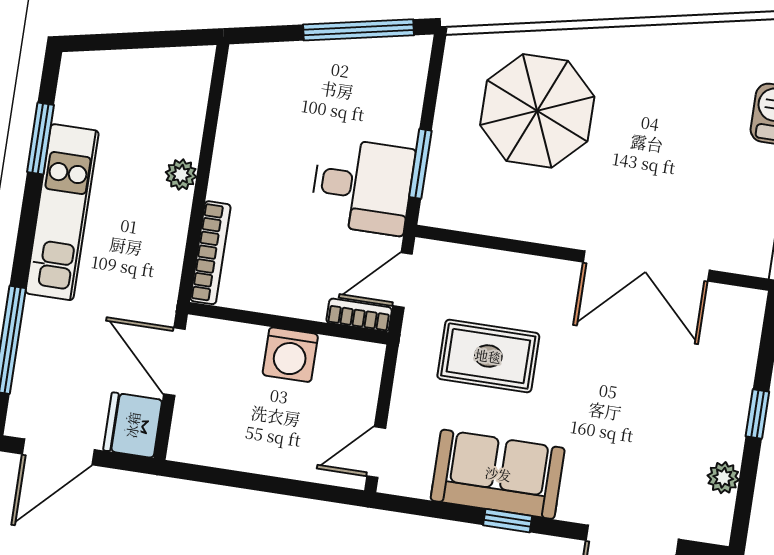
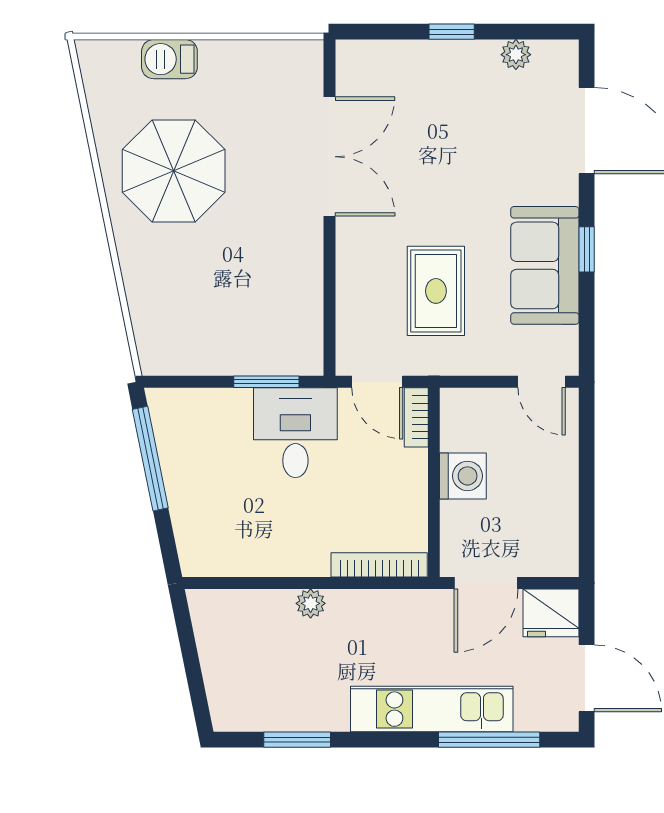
parasol: (537, 111) -> (174, 171), moved
kitchen unit: (62, 212) -> (432, 709), moved

